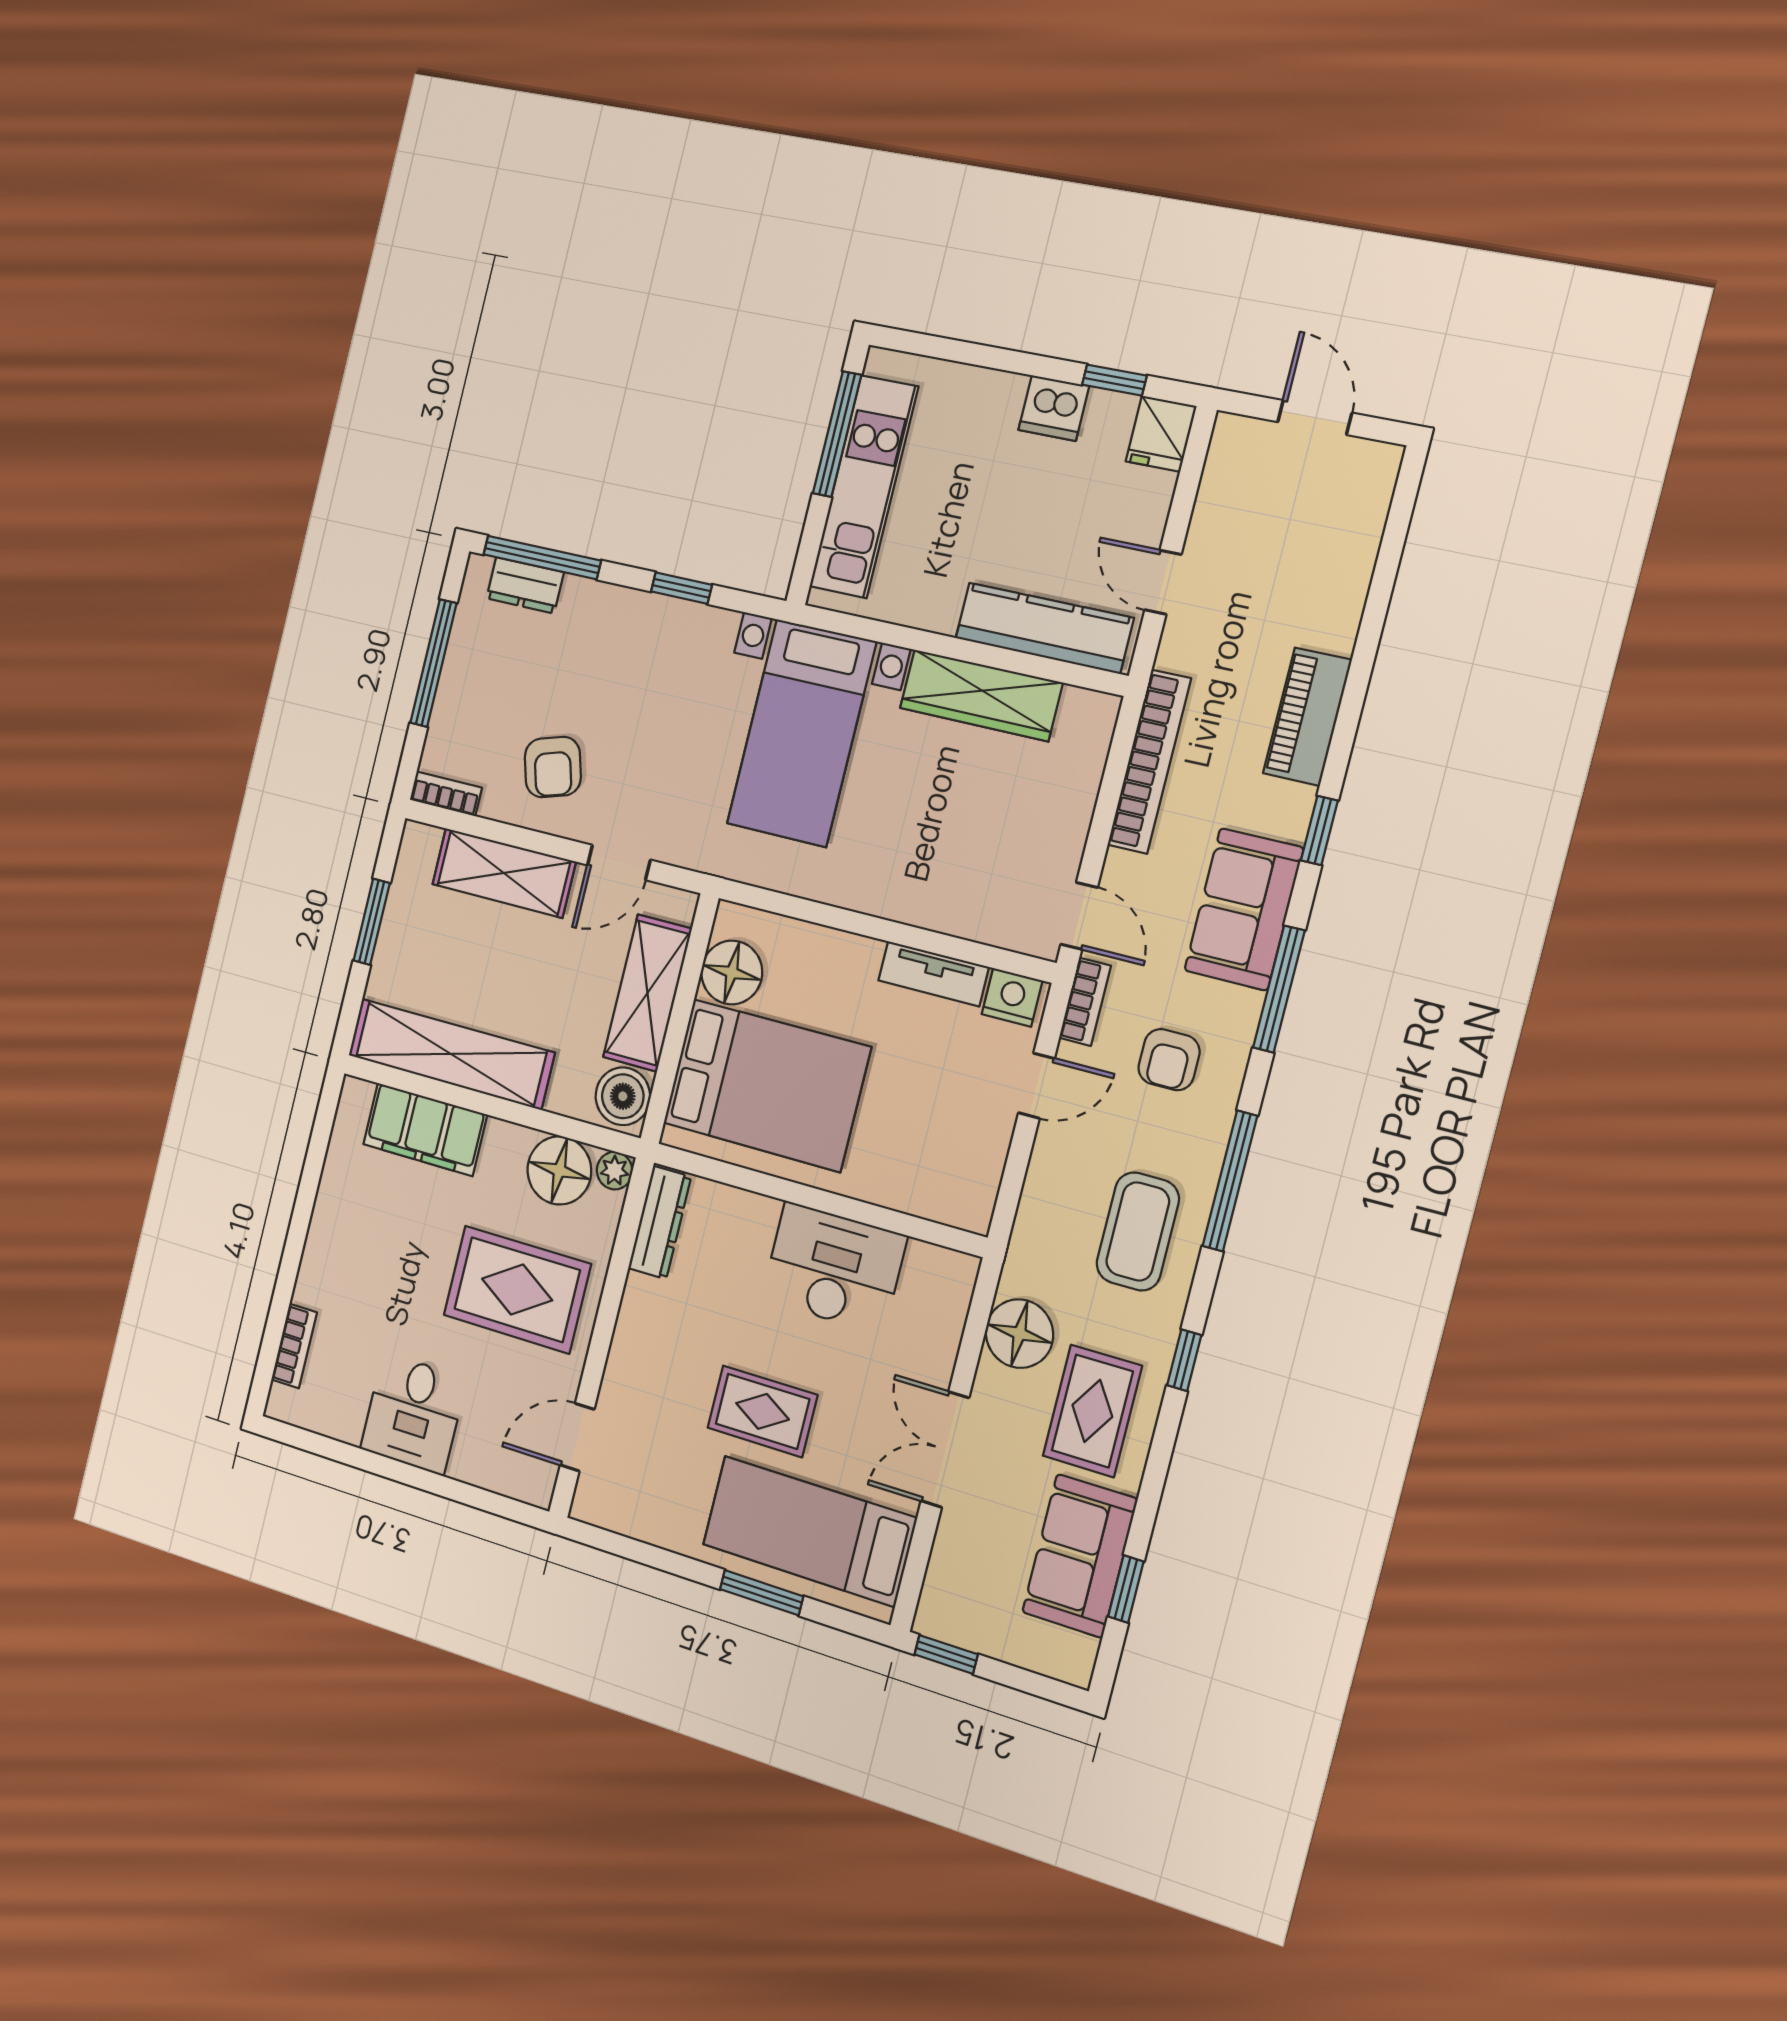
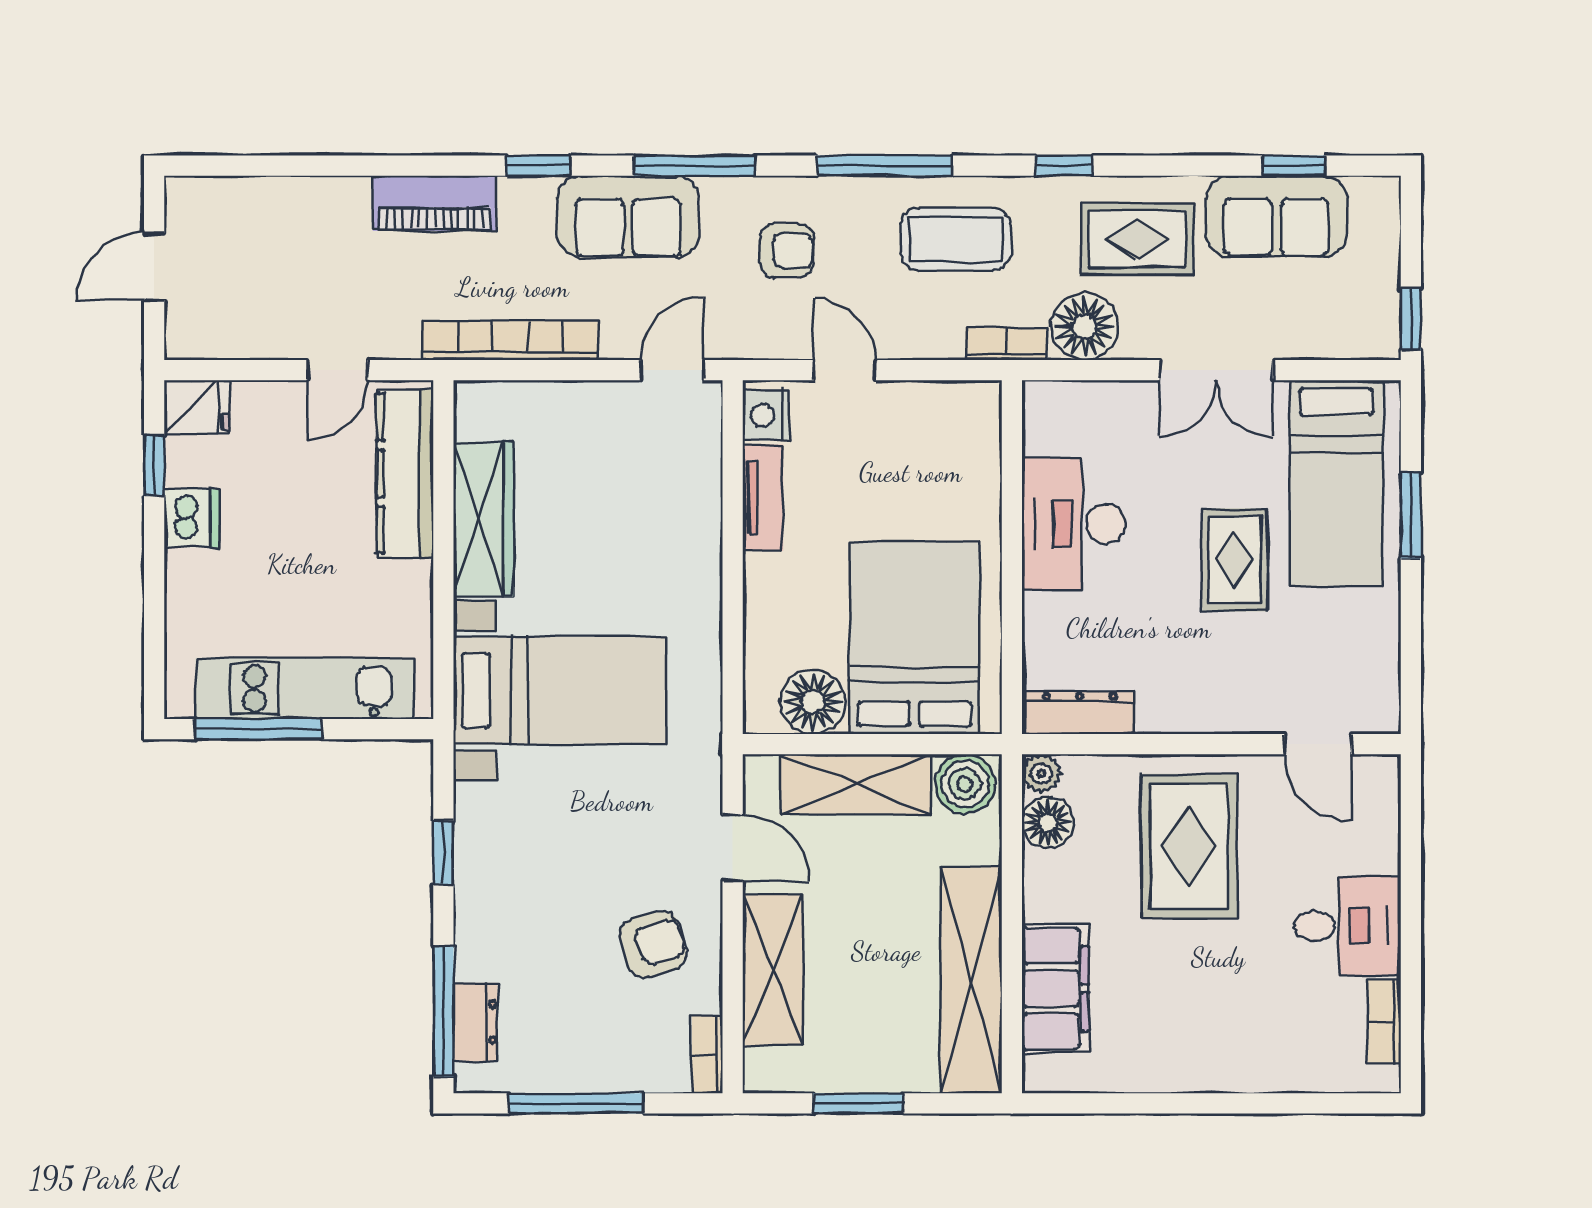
bookcase: (1085, 1002) -> (1006, 344), moved
floor lamp: (559, 1170) -> (1048, 822), width x0.73, depth x0.73
bookcase: (294, 1346) -> (1384, 1022), moved, turned -90

